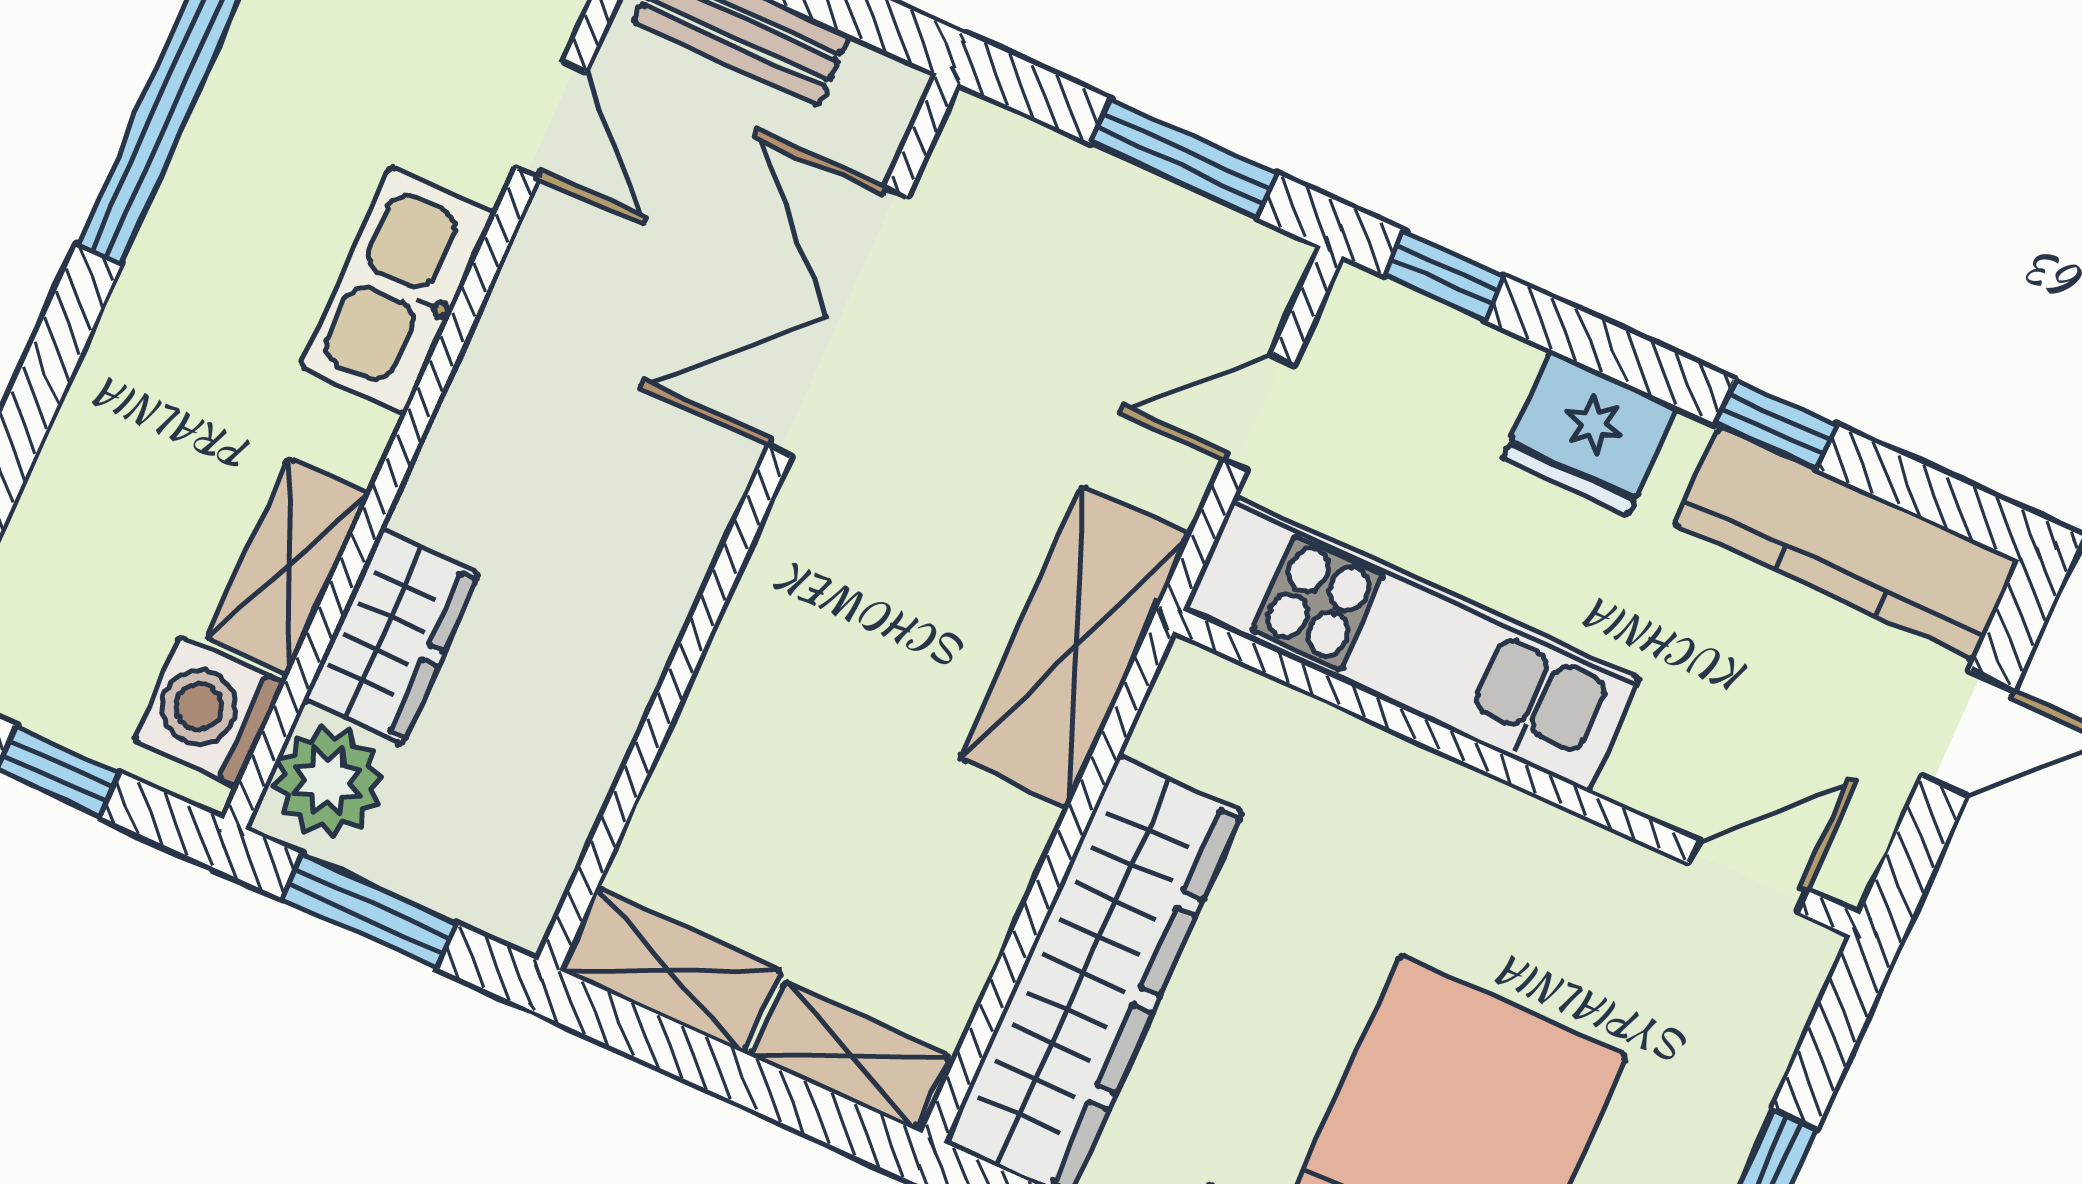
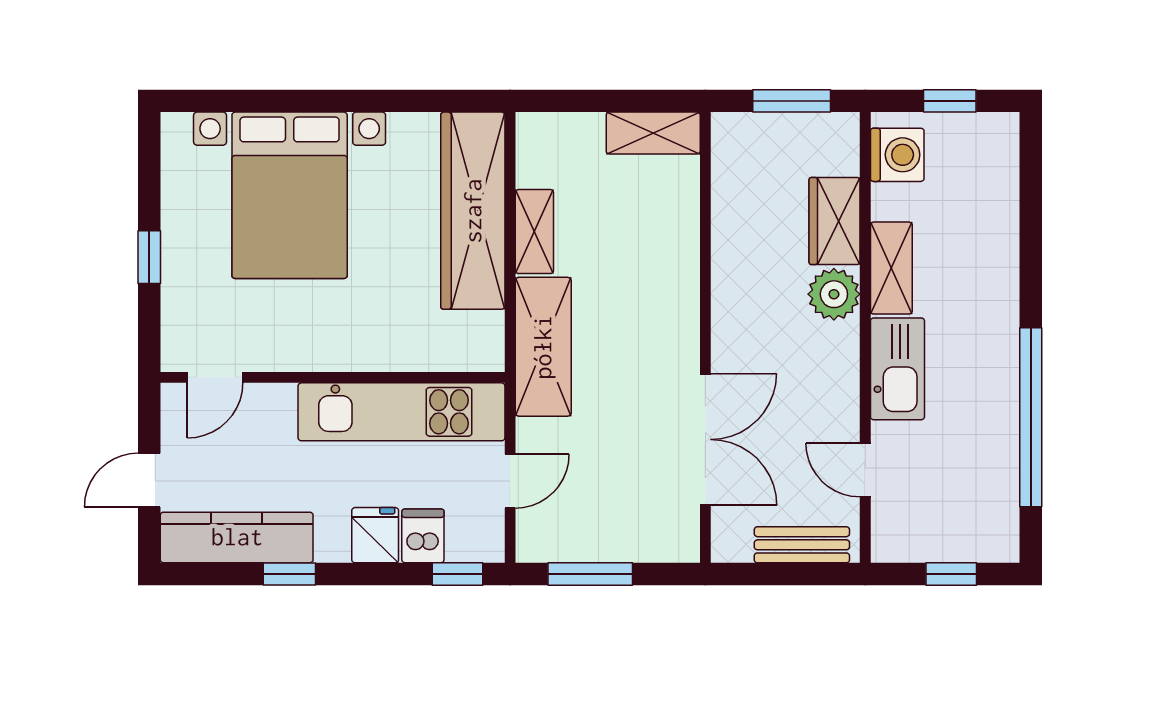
dishwasher: (1479, 381) -> (423, 536), added
fridge: (1590, 433) -> (375, 535), width x0.72
shelving: (288, 567) -> (891, 268), moved
plant: (328, 781) -> (834, 294), moved
shelving: (850, 1056) -> (534, 232), moved, turned 90

